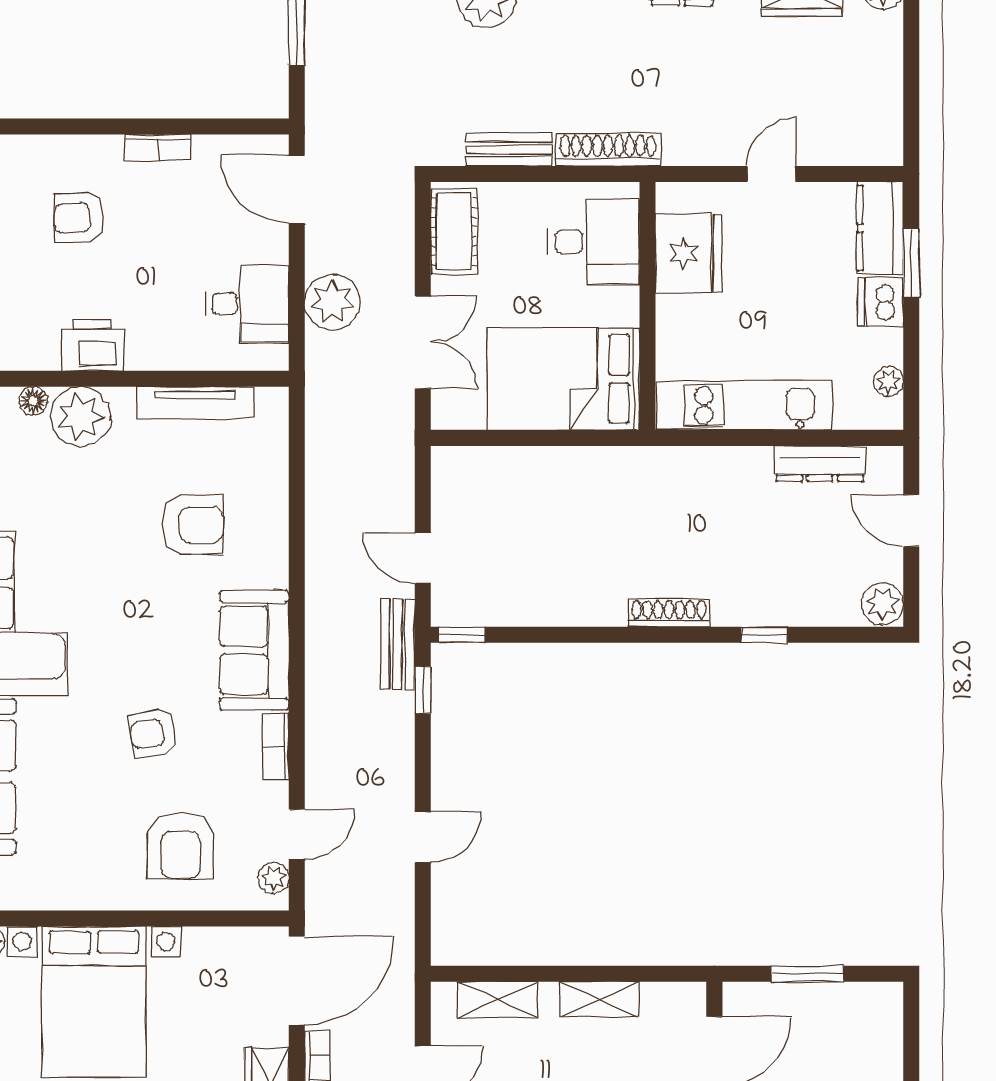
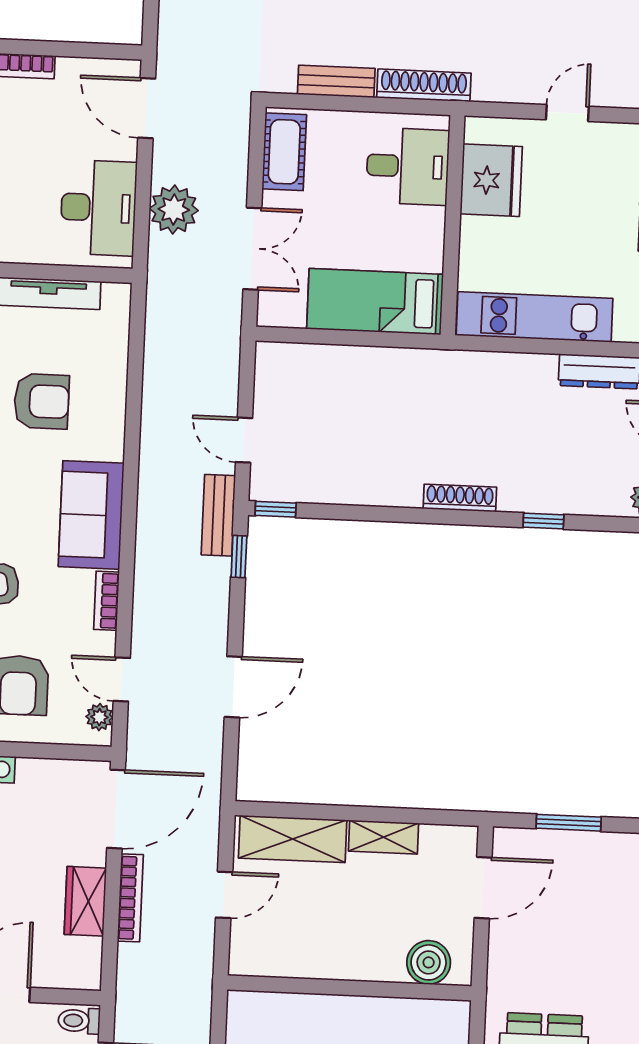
desk: (247, 304) -> (98, 208), width x1.37
bed: (564, 379) -> (375, 302), width x0.67
door: (297, 834) -> (122, 679), swing flipped
door: (423, 837) -> (233, 687), width x1.38
shelving: (497, 1000) -> (293, 839), width x1.50, depth x1.33

